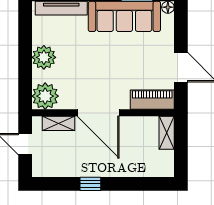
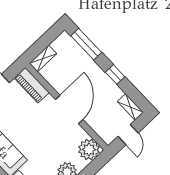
shelving: (58, 123) -> (130, 107), moved
window: (142, 184) -> (86, 44), added

